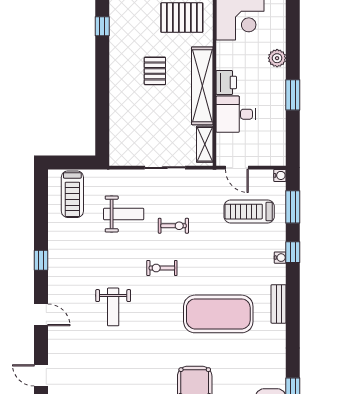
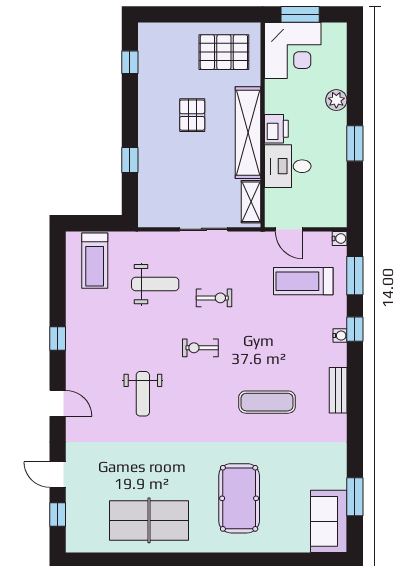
window: (102, 109) -> (130, 160), added
exercise mat: (218, 314) -> (267, 402), width x0.50, depth x0.69

